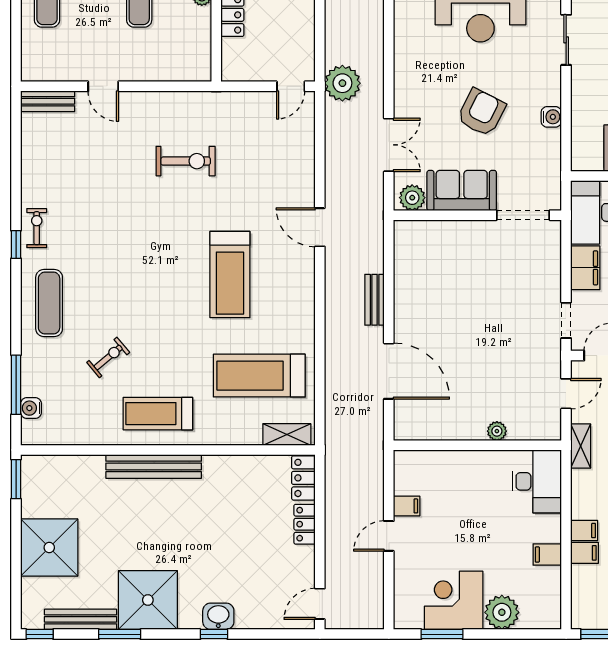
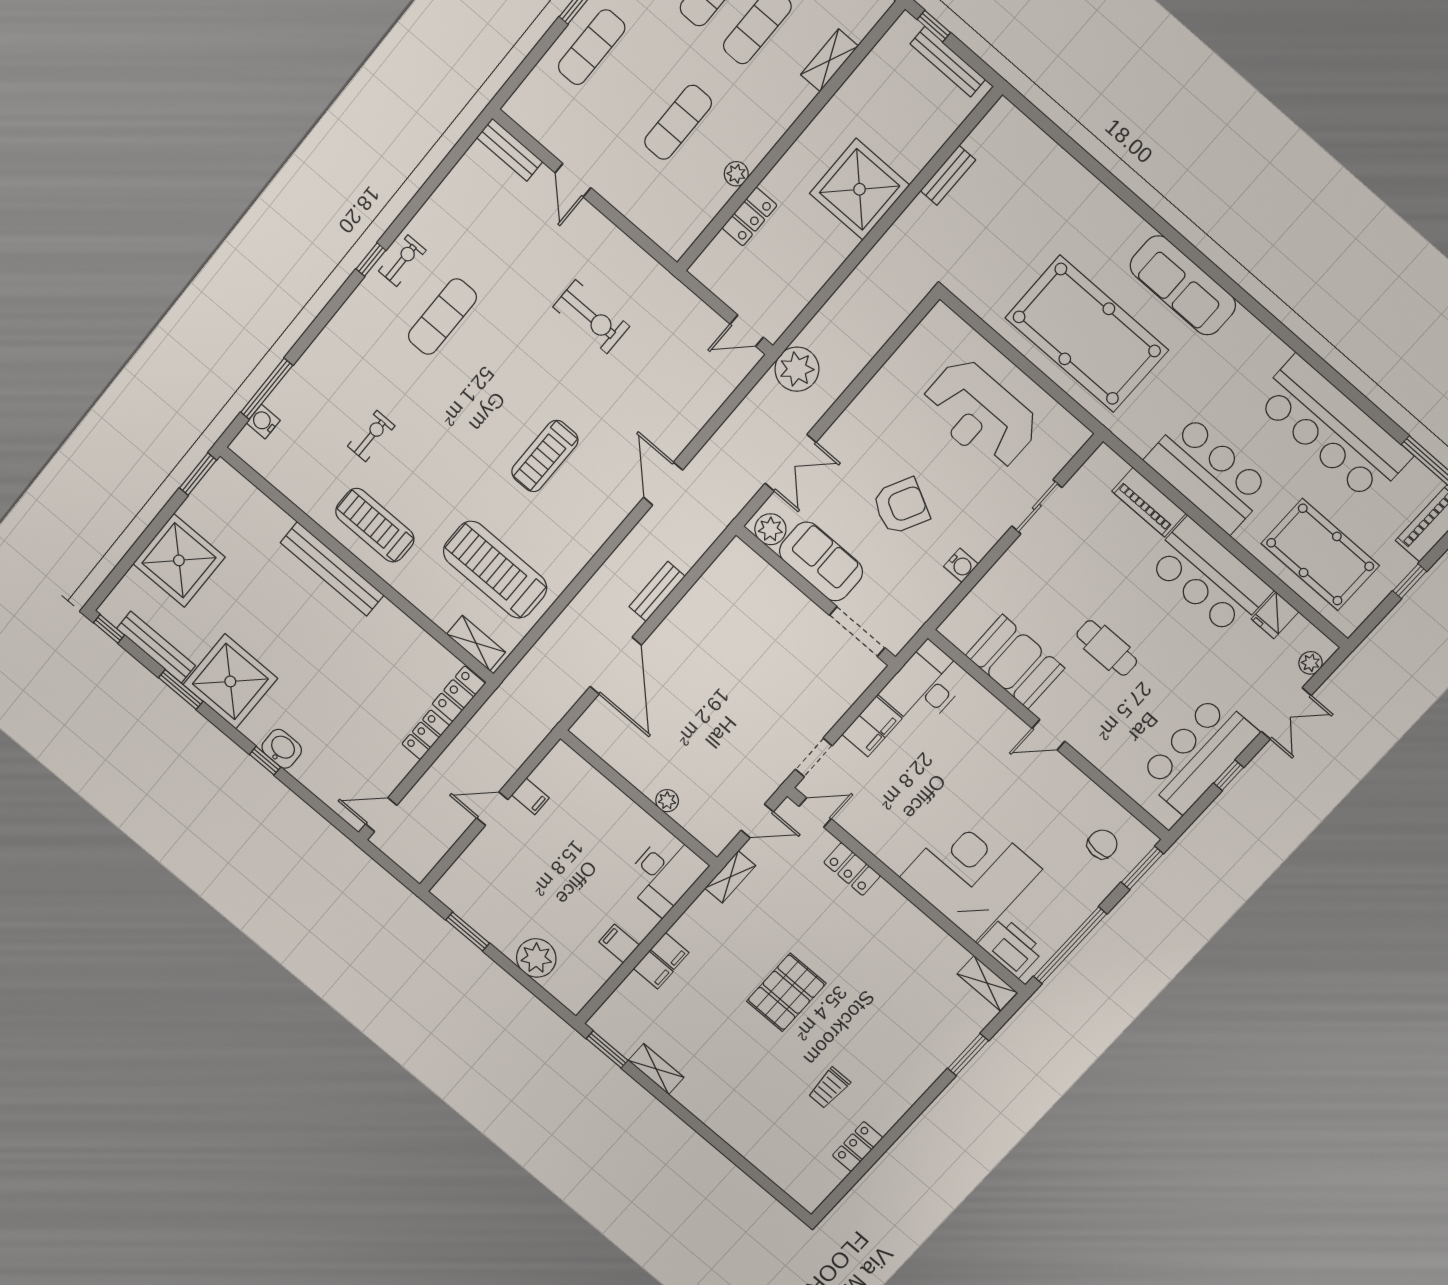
treadmill: (230, 275) -> (545, 456), width x0.73, depth x0.73
exercise mat: (49, 303) -> (442, 317), moved
exercise bike: (108, 357) -> (371, 436), turned -50
corner desk: (454, 600) -> (503, 912), removed

